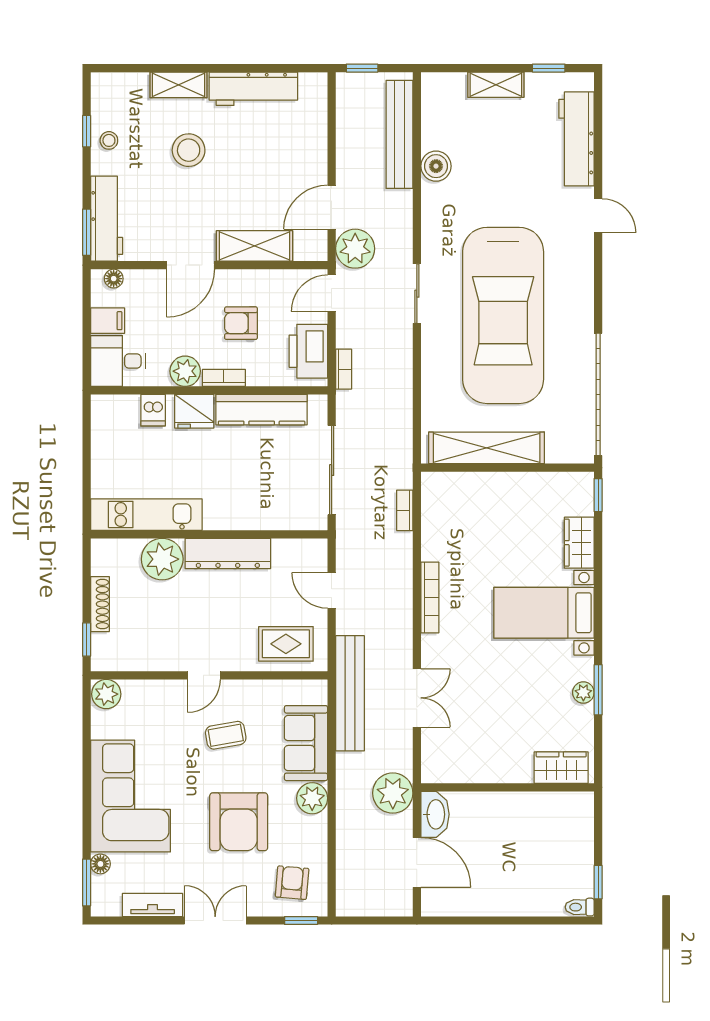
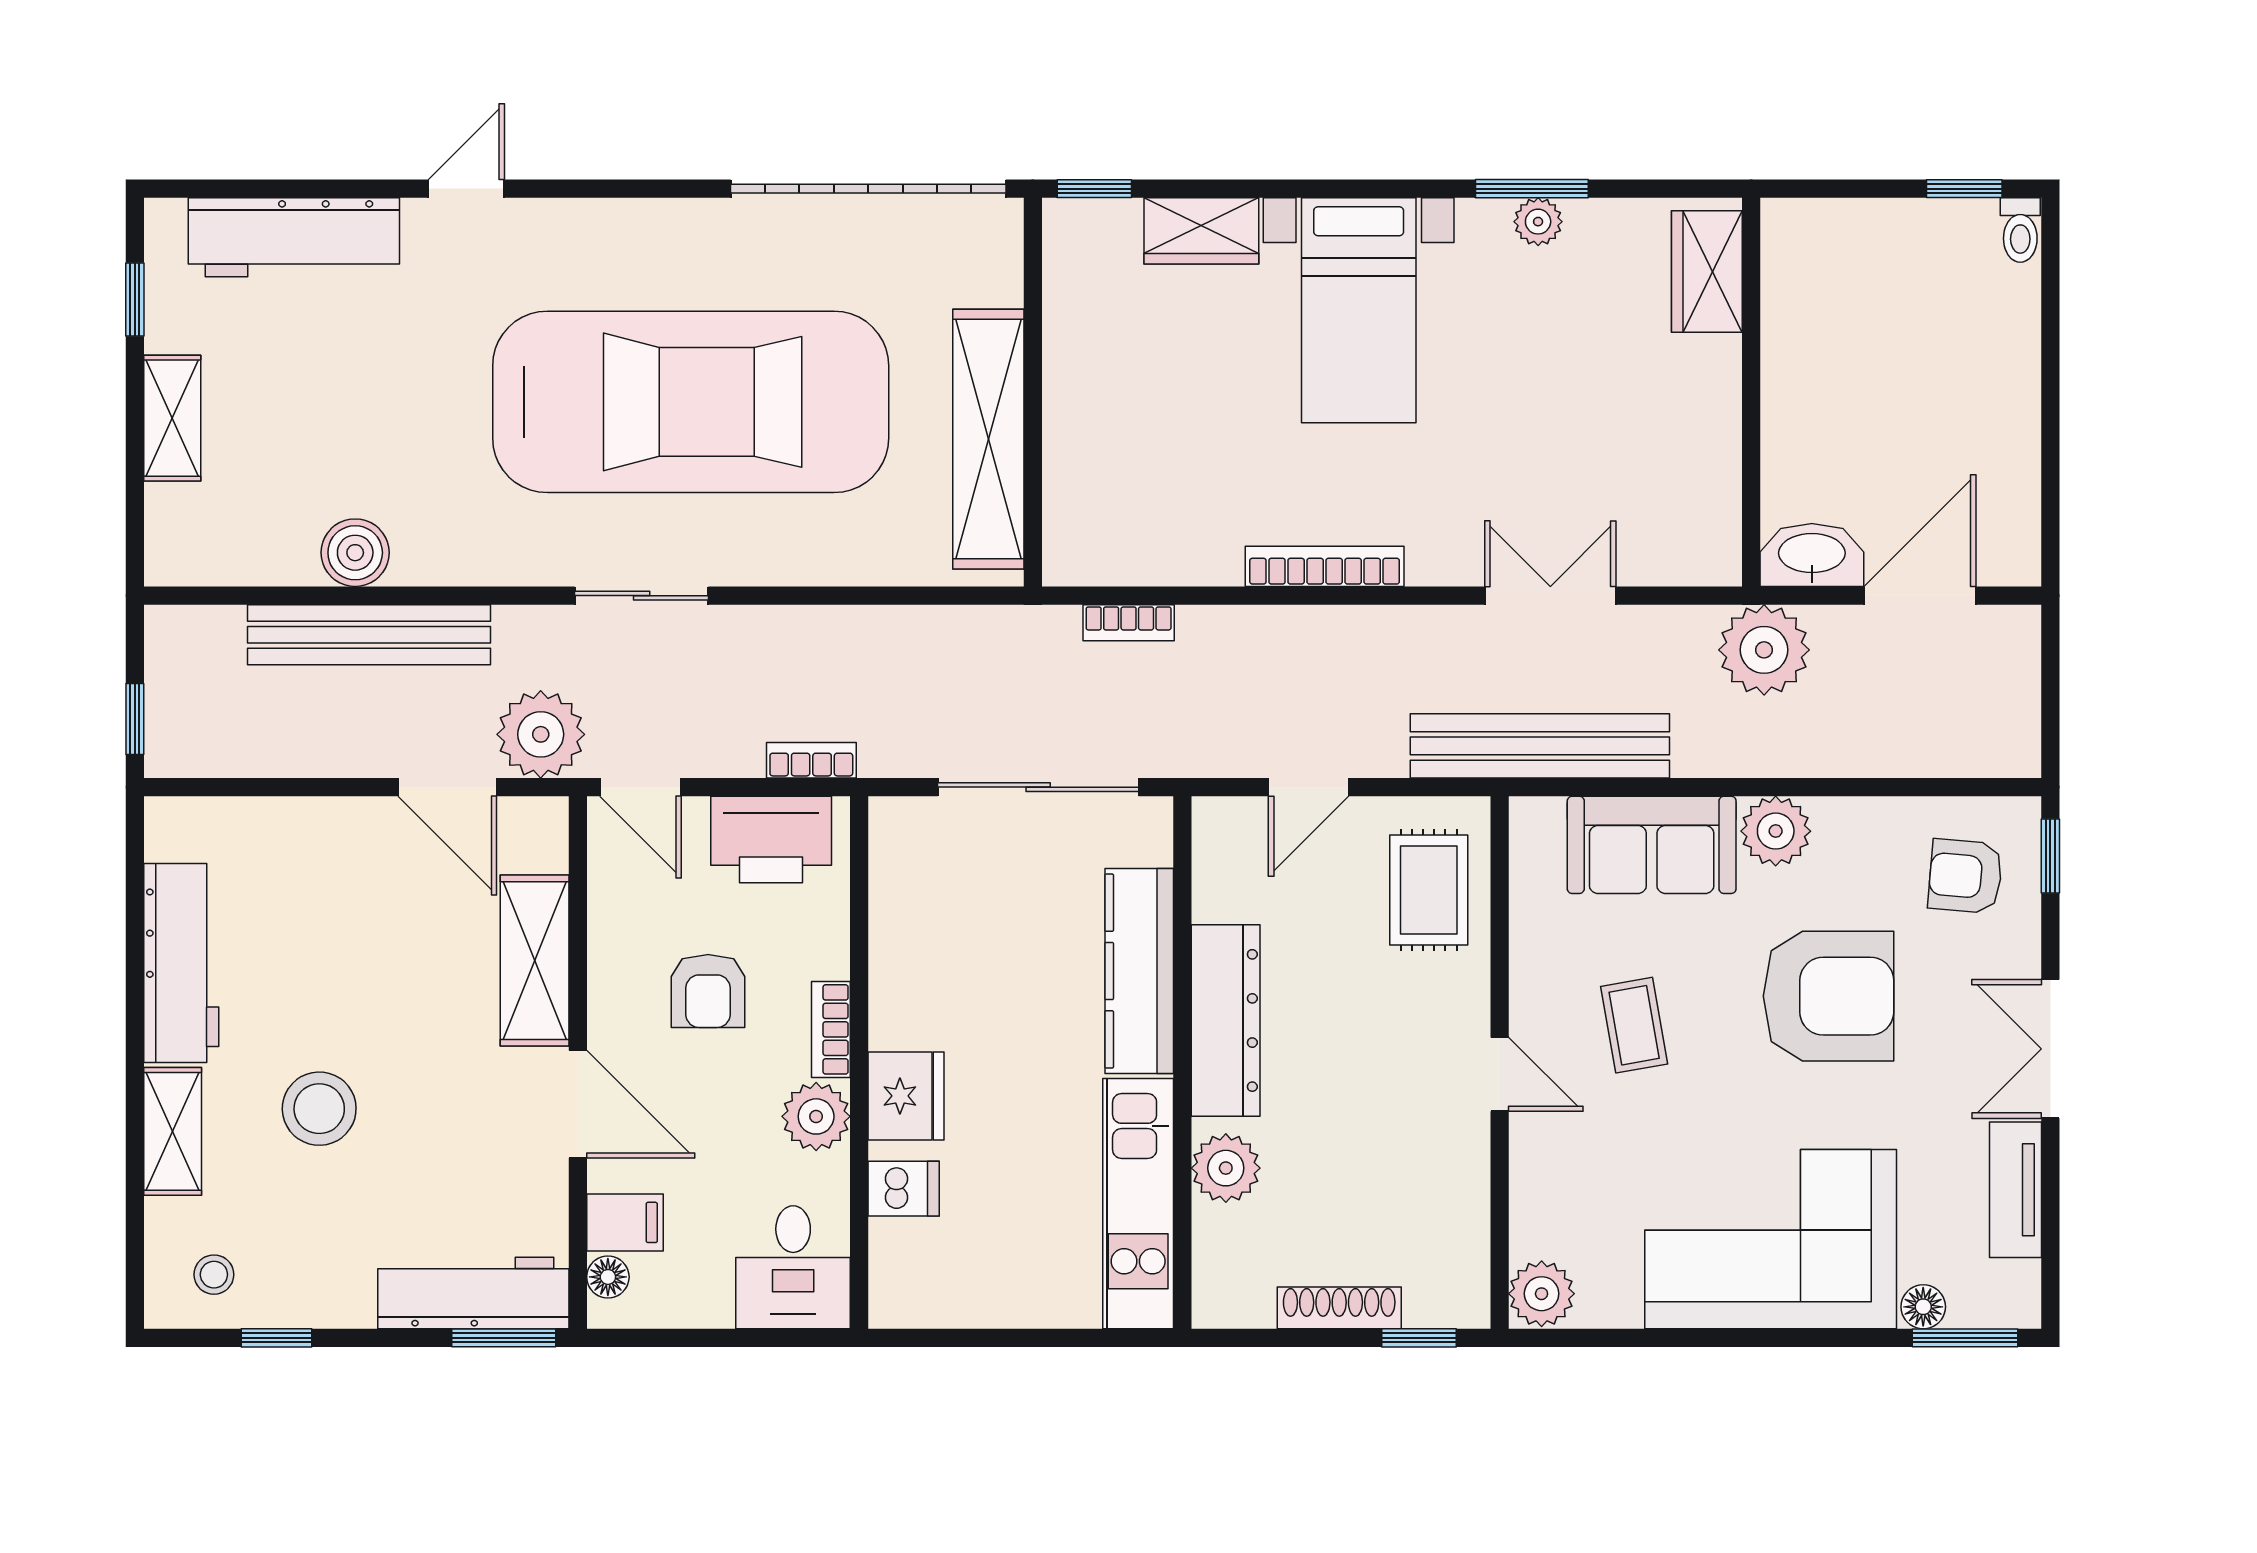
bench: (399, 134) -> (369, 635), moved
stool: (109, 140) -> (214, 1275), moved
filing cabinet: (108, 321) -> (625, 1222), moved, turned 90
kitchen counter: (262, 410) -> (1139, 971), moved, turned 180
plant: (162, 559) -> (1226, 1168), width x0.73, depth x0.73

